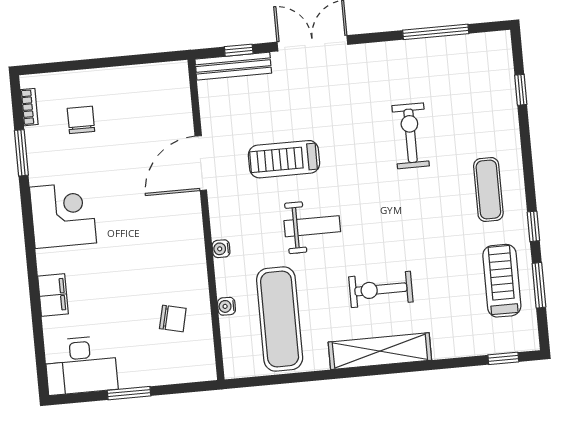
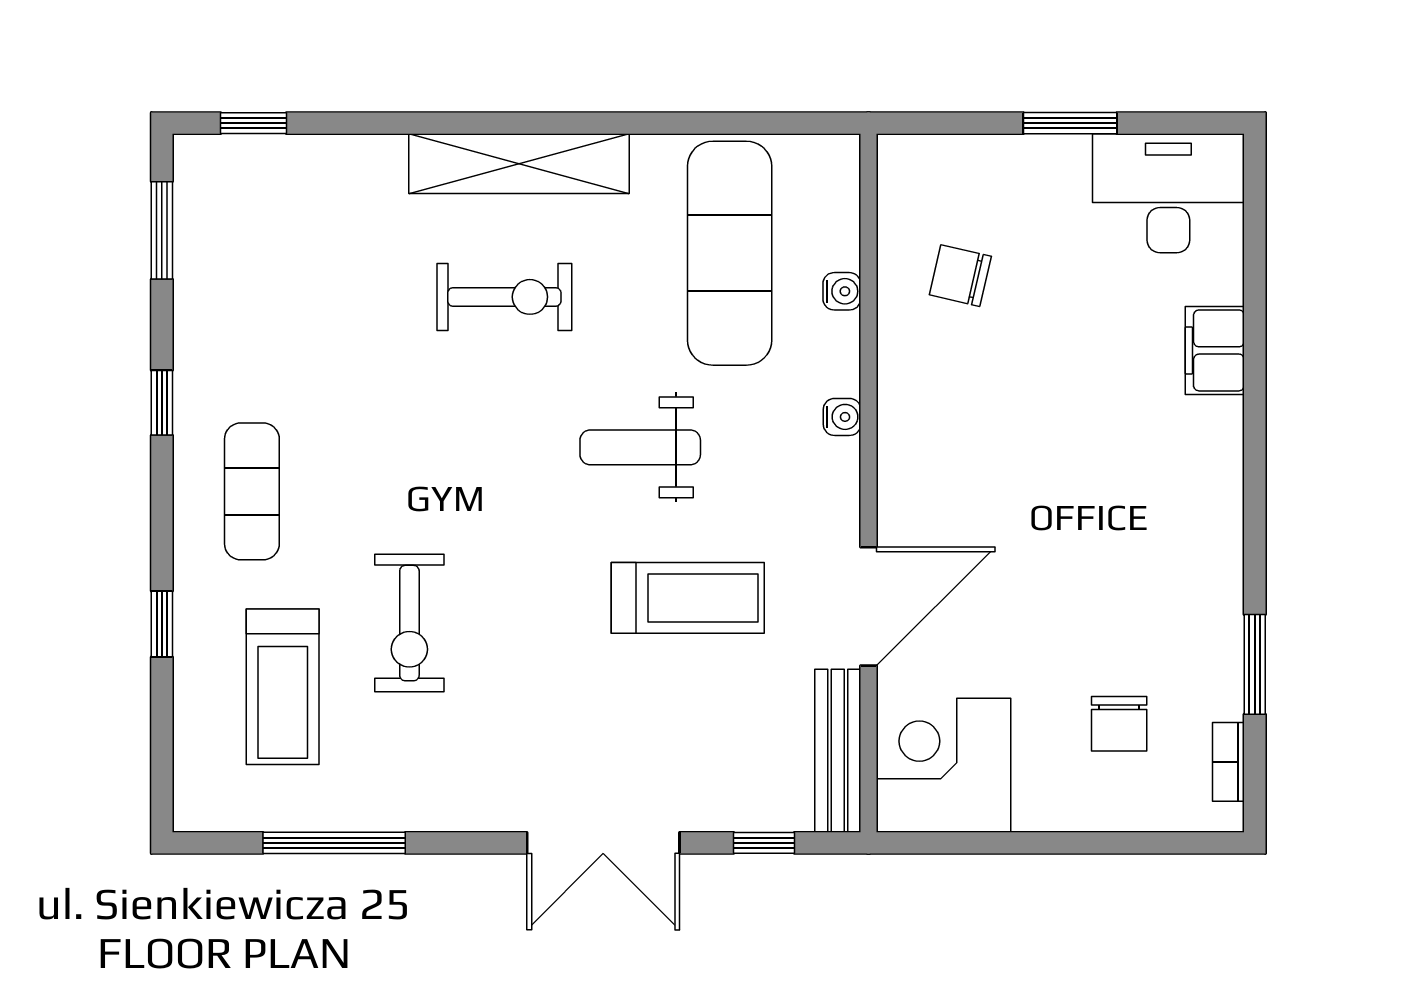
bench: (233, 66) -> (838, 751), moved, turned 90
window: (521, 90) -> (162, 624), moved
corner desk: (63, 215) -> (944, 765), moved, turned 90
treadmill: (502, 281) -> (283, 687), moved
window: (539, 285) -> (162, 230), moved

